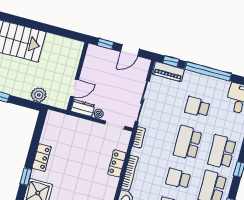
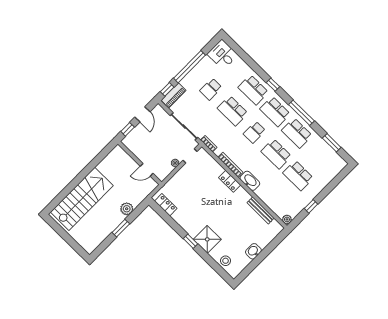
door: (74, 88) -> (147, 170), swing flipped
plant: (39, 95) -> (127, 209), moved
dresser: (83, 108) -> (164, 172), removed
locker: (42, 158) -> (166, 205), moved
locker: (117, 163) -> (230, 181), moved

